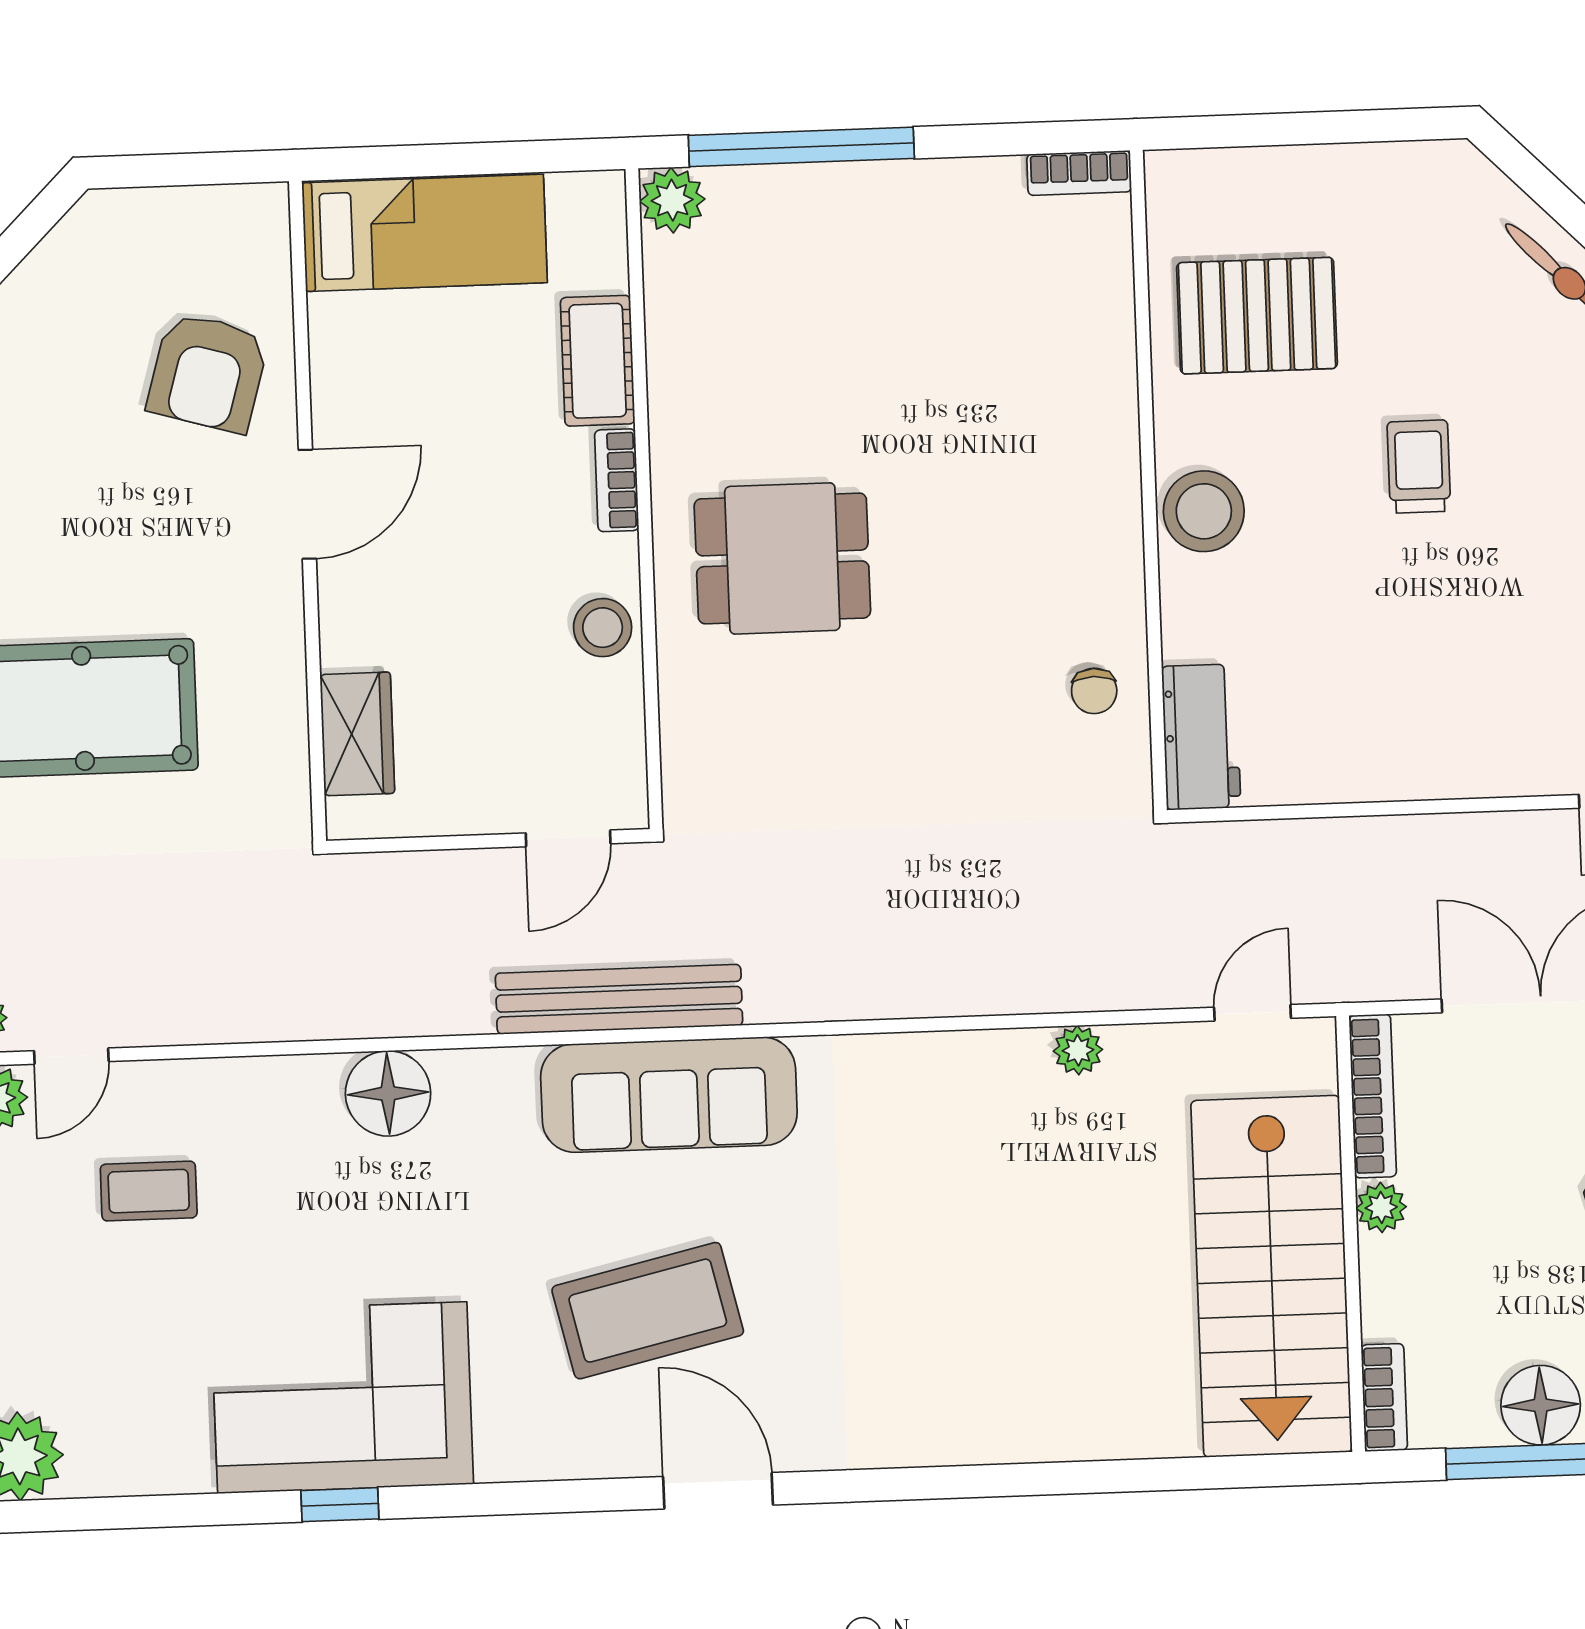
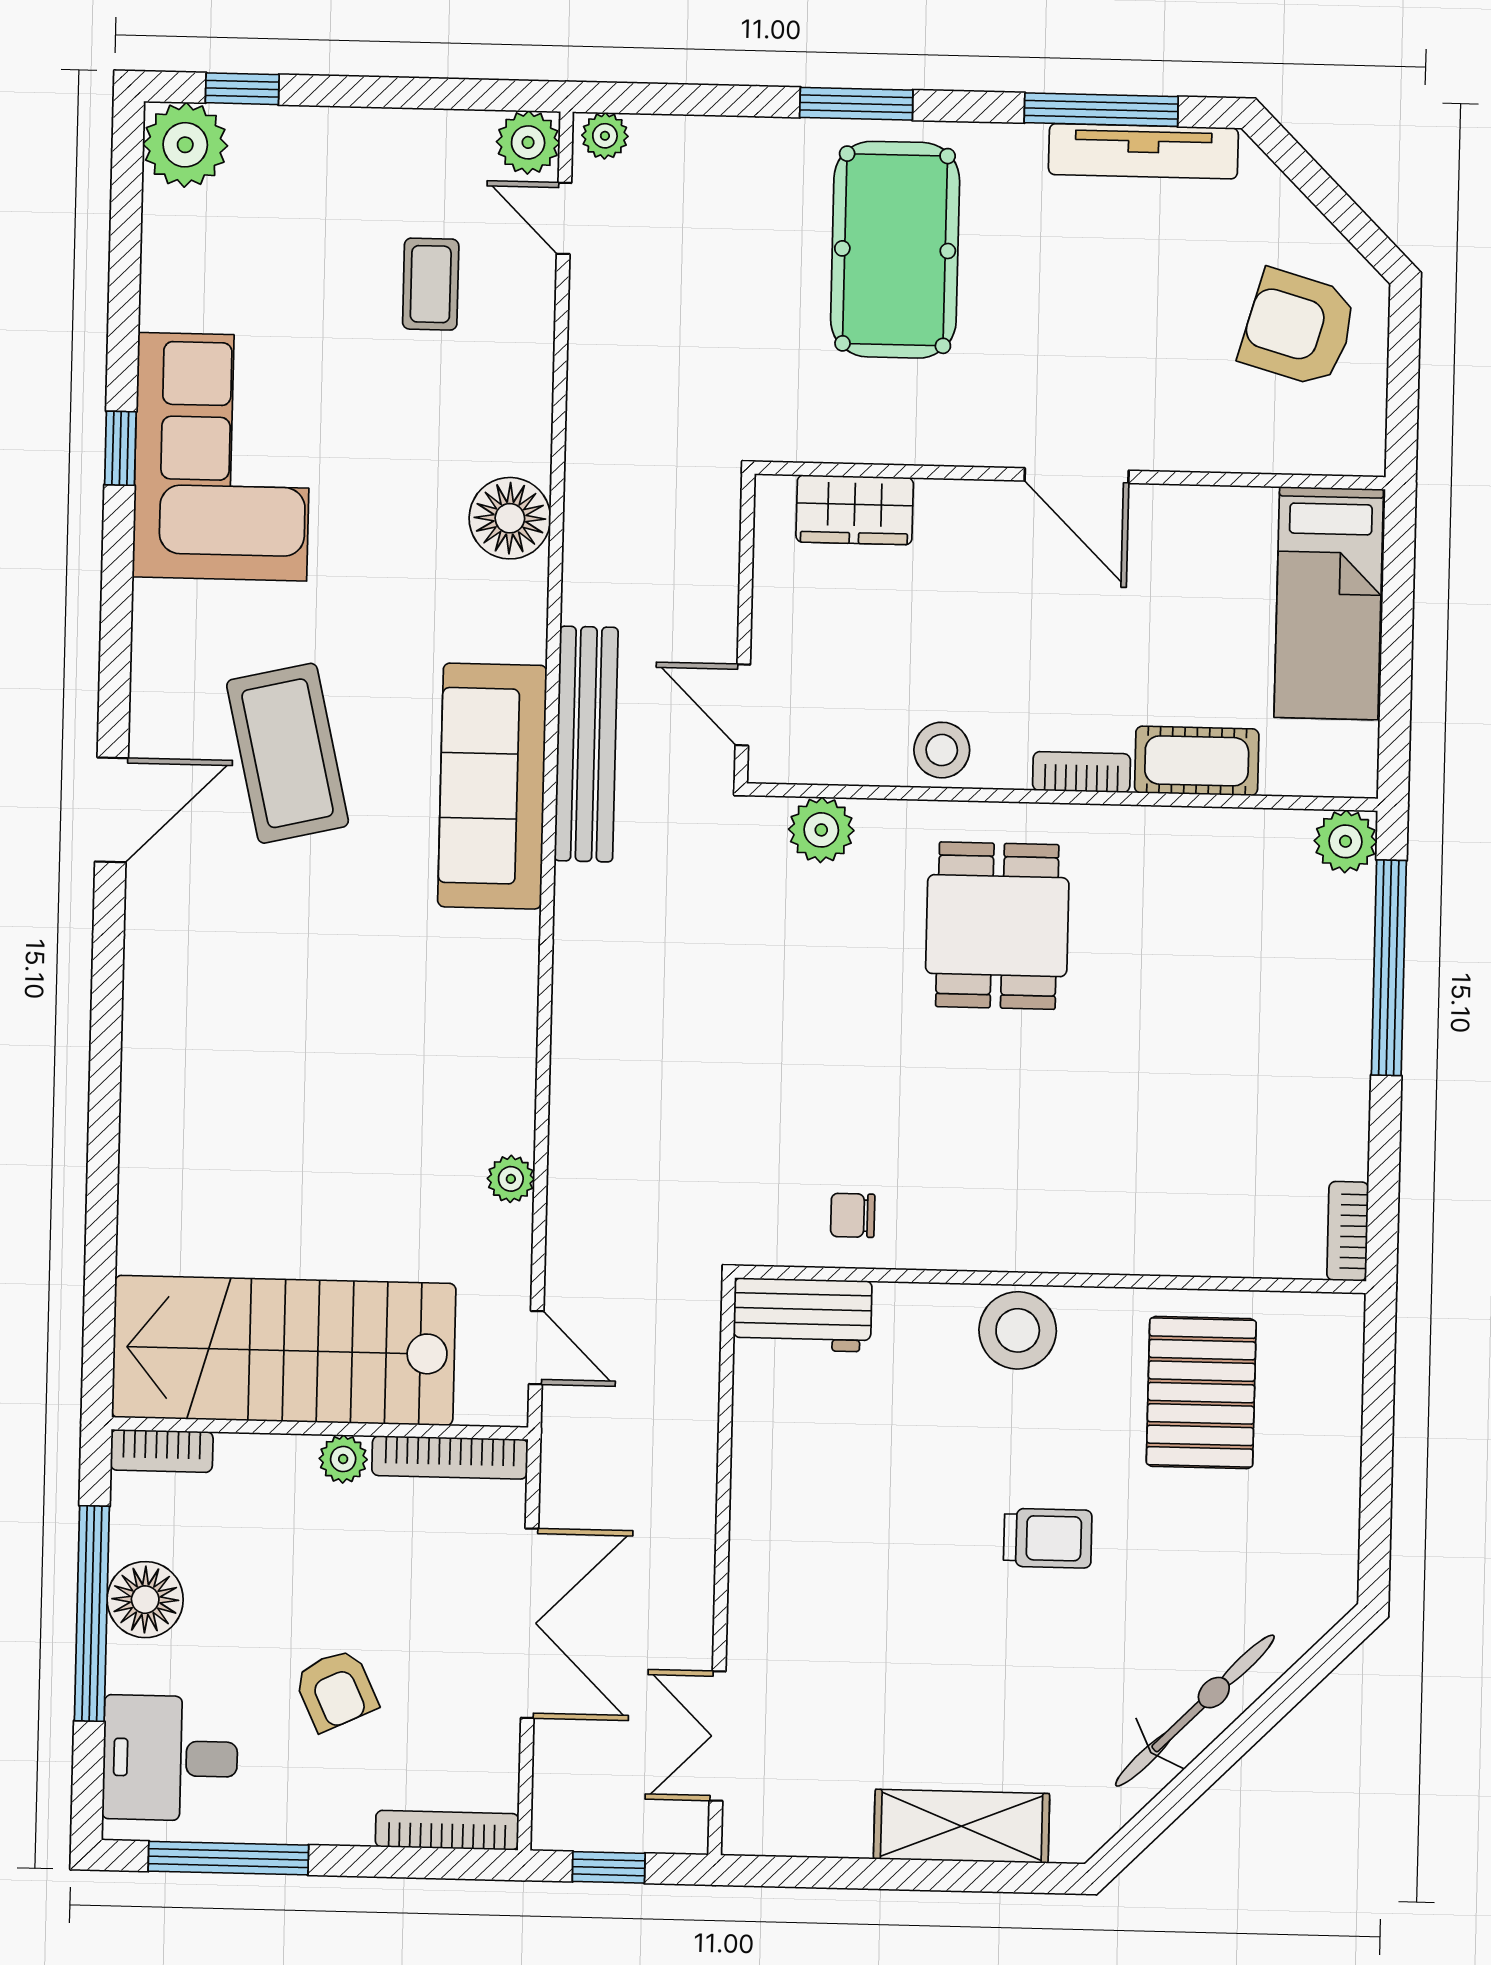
armchair: (208, 372) -> (1298, 328), moved
plant: (694, 748) -> (821, 830), added

